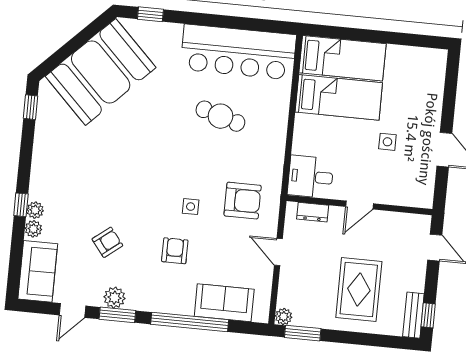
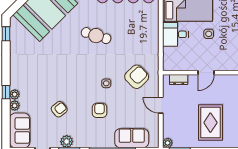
cafe table: (220, 116) -> (96, 36), moved
side table: (387, 142) -> (209, 34), moved
desk: (311, 177) -> (175, 34), moved
armchair: (243, 201) -> (137, 77), turned -44

